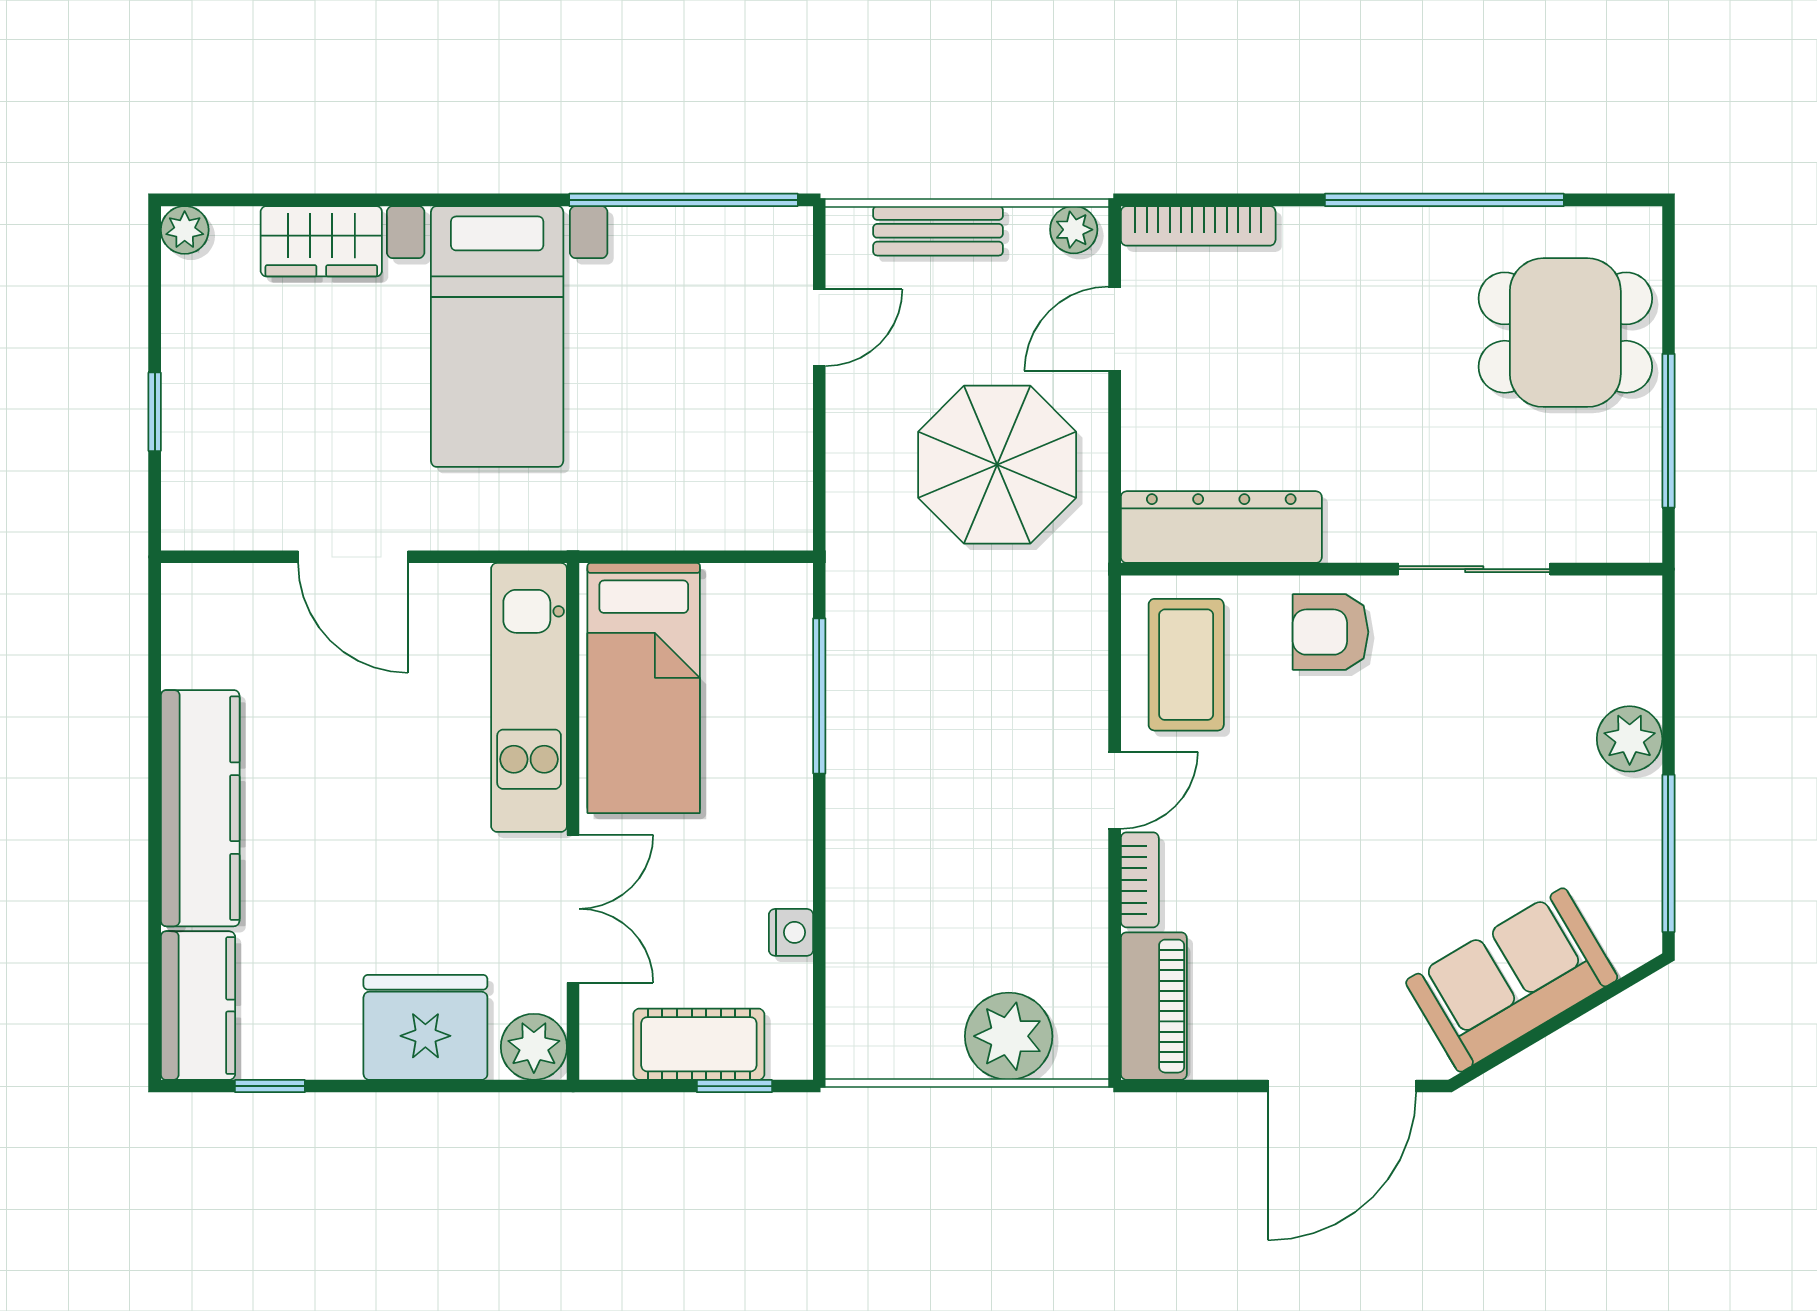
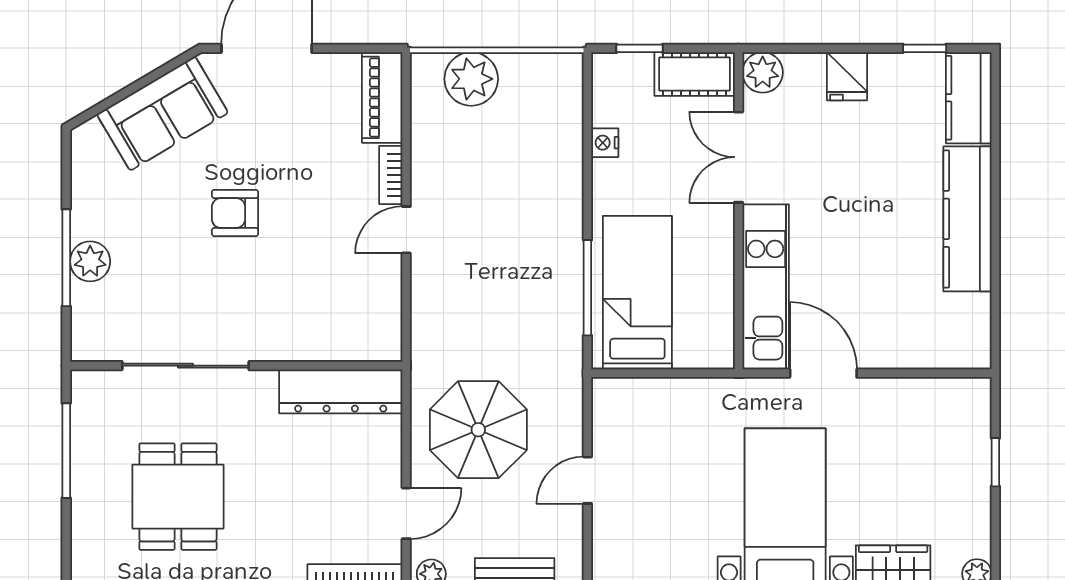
door: (819, 328) -> (587, 480), moved
dining table: (1565, 333) -> (178, 497), moved, turned 90
door: (353, 557) -> (823, 373), moved
sliding door: (1474, 569) -> (185, 366), width x1.37
armchair: (1330, 632) -> (235, 213), moved, turned 180
coffee table: (1186, 665) -> (362, 307), removed
bed: (644, 688) -> (637, 293), moved
window: (1668, 853) -> (66, 258), moved
fridge: (425, 1027) -> (847, 76), width x0.53, depth x0.75
cot: (699, 1044) -> (695, 74), moved

